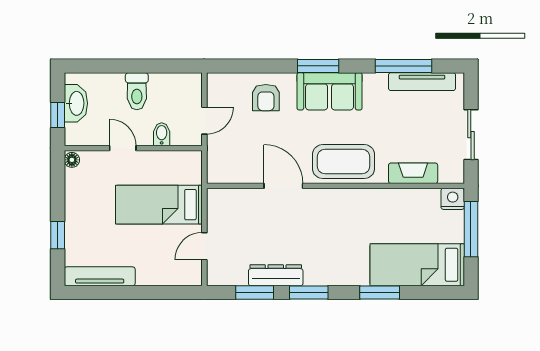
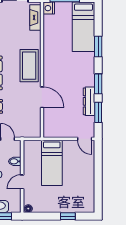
fireplace: (413, 173) -> (35, 18), moved
door: (283, 186) -> (42, 97), swing flipped
door: (204, 246) -> (85, 139), moved
tv unit: (100, 276) -> (90, 194), removed

